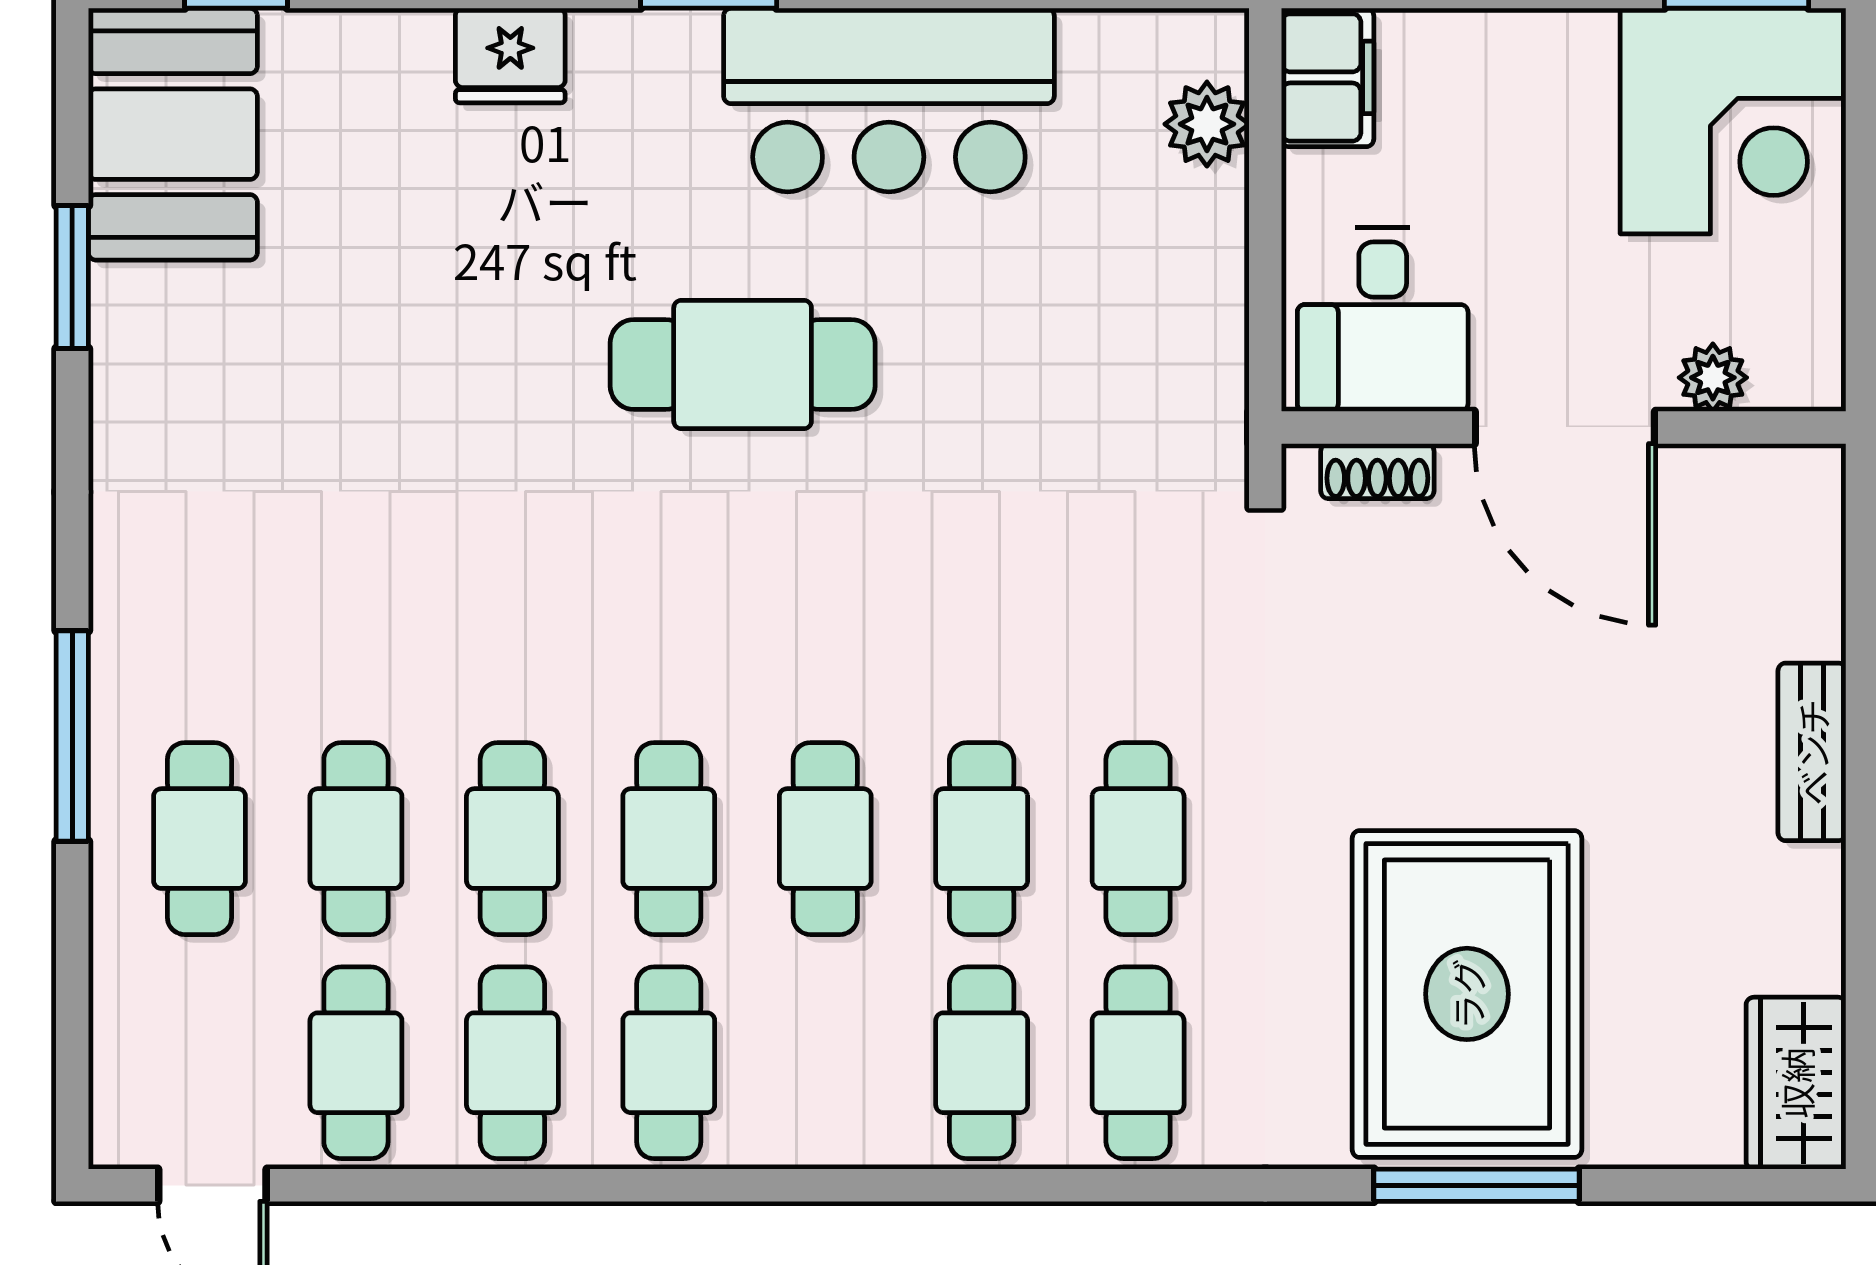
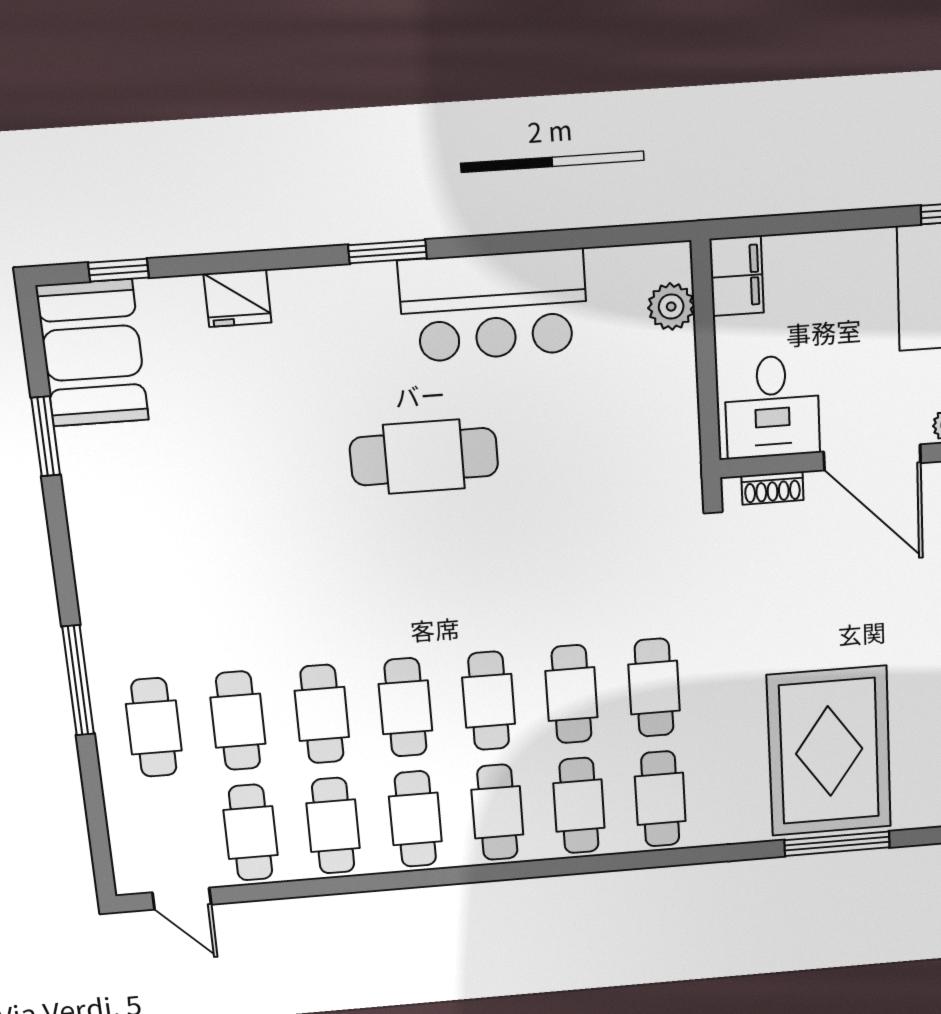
fridge: (510, 55) -> (238, 298), moved
cafe table: (825, 1063) -> (497, 812), added

